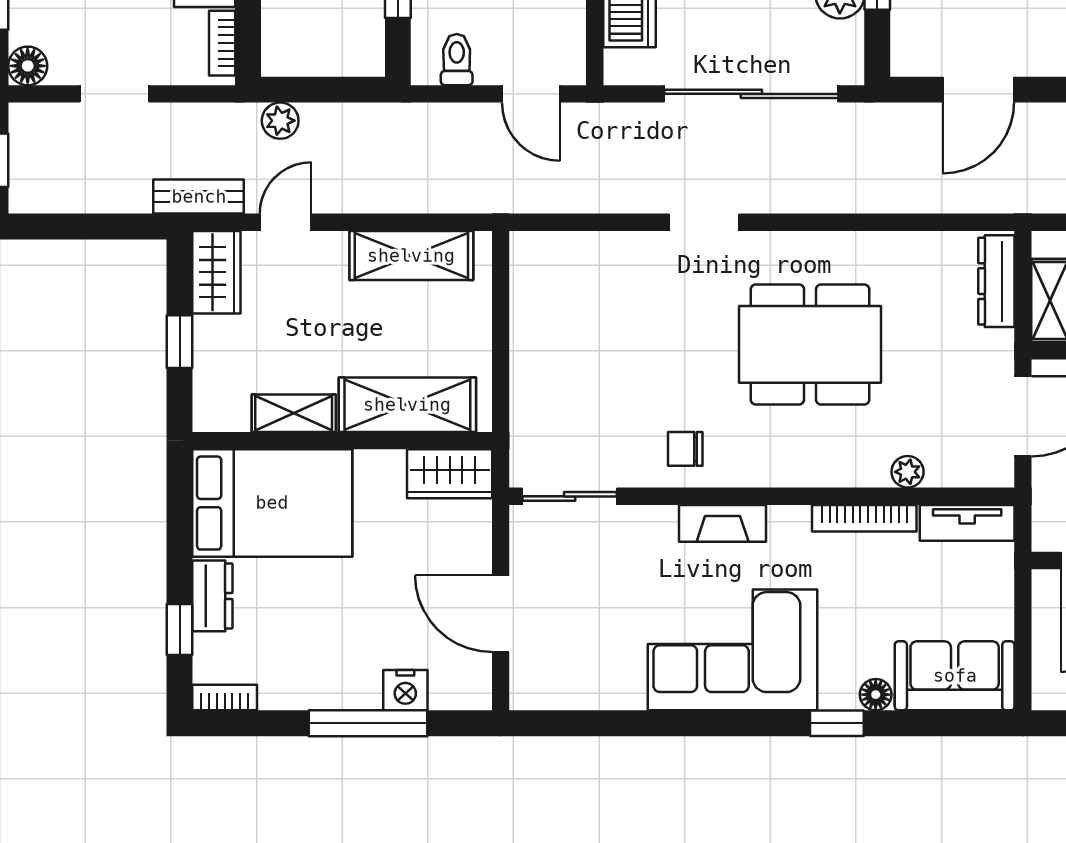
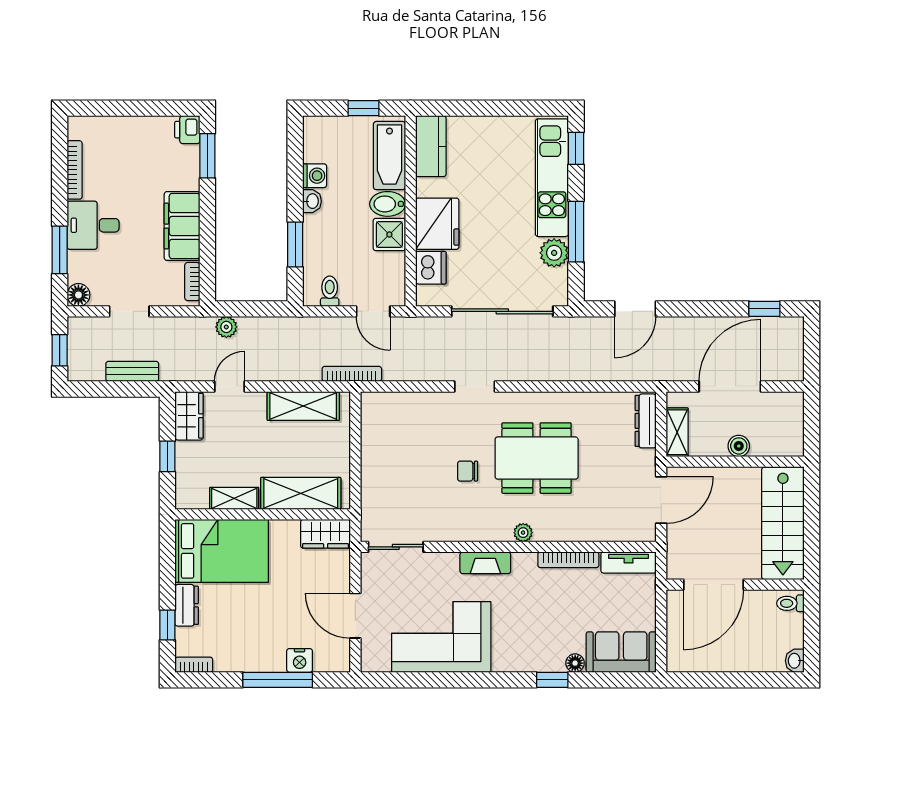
bench: (199, 197) -> (132, 371), moved
bookcase: (495, 201) -> (352, 374), added
chair: (685, 449) -> (468, 471), moved
plant: (908, 472) -> (523, 533), moved
corner sofa: (732, 650) -> (441, 637), moved

